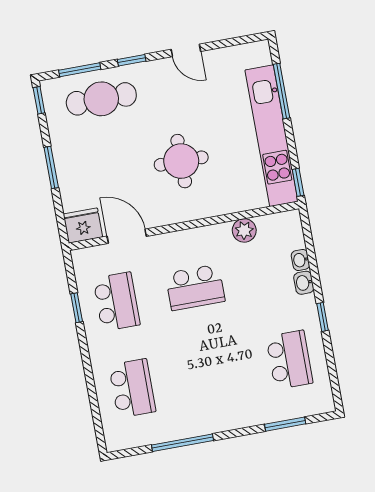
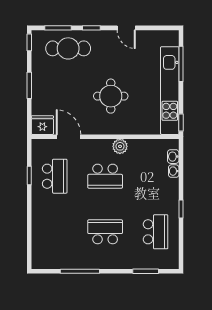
plant: (244, 230) -> (120, 146), moved
washbasin: (304, 283) -> (173, 157), moved
school desk: (132, 388) -> (105, 232), moved, turned -90

